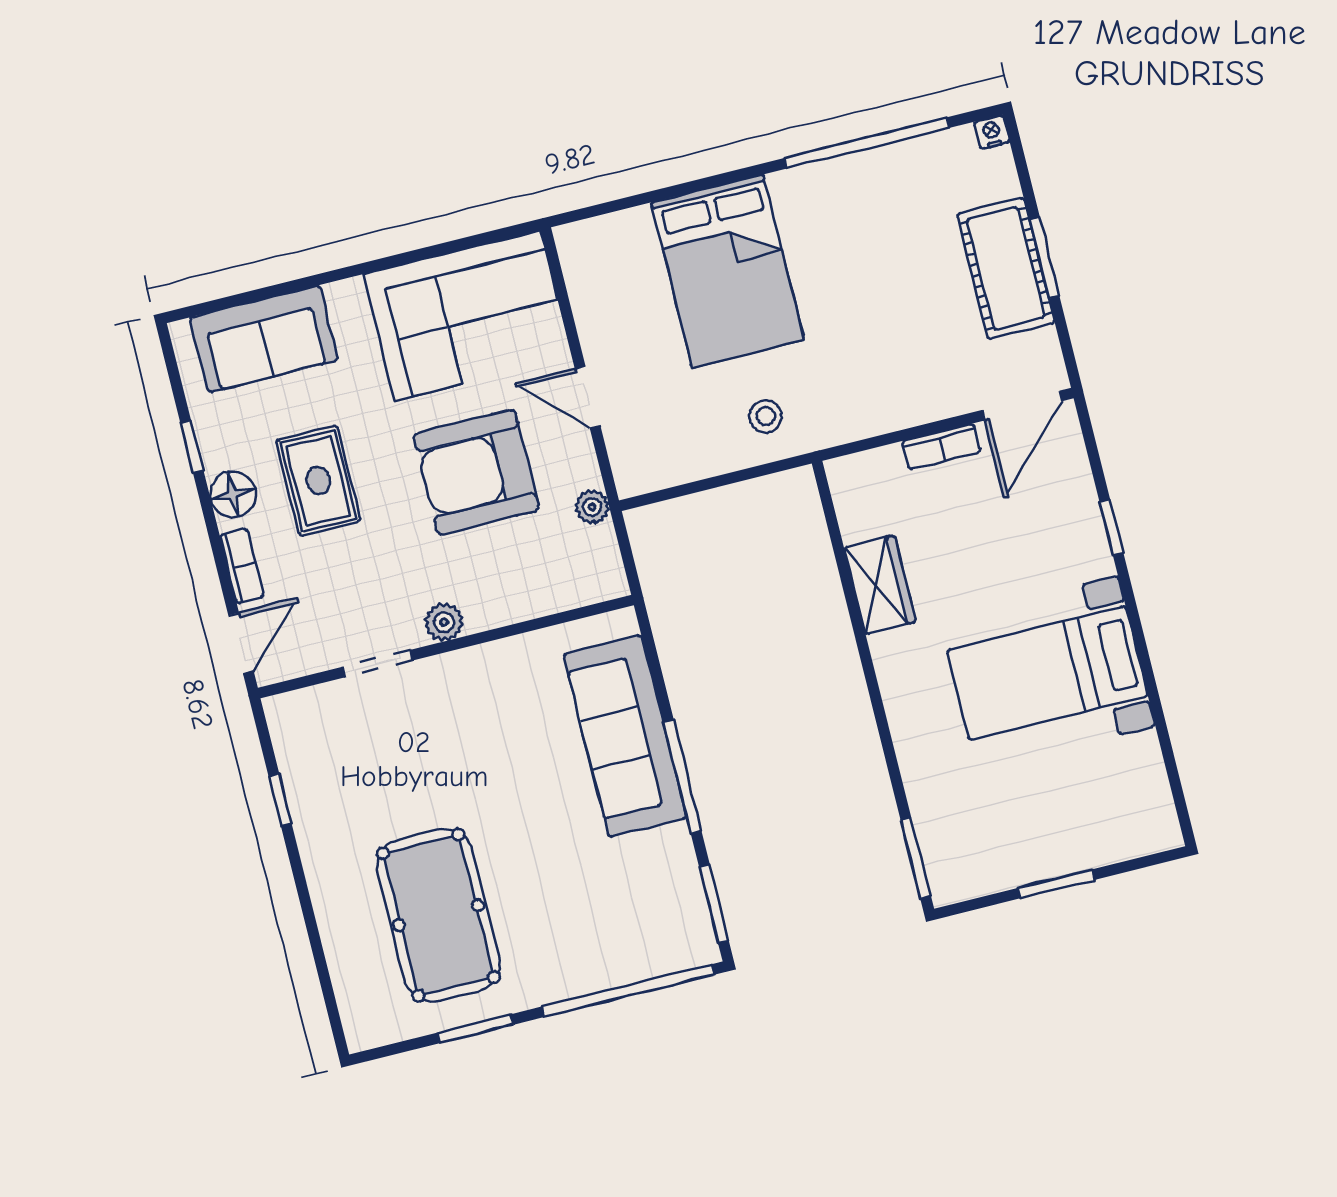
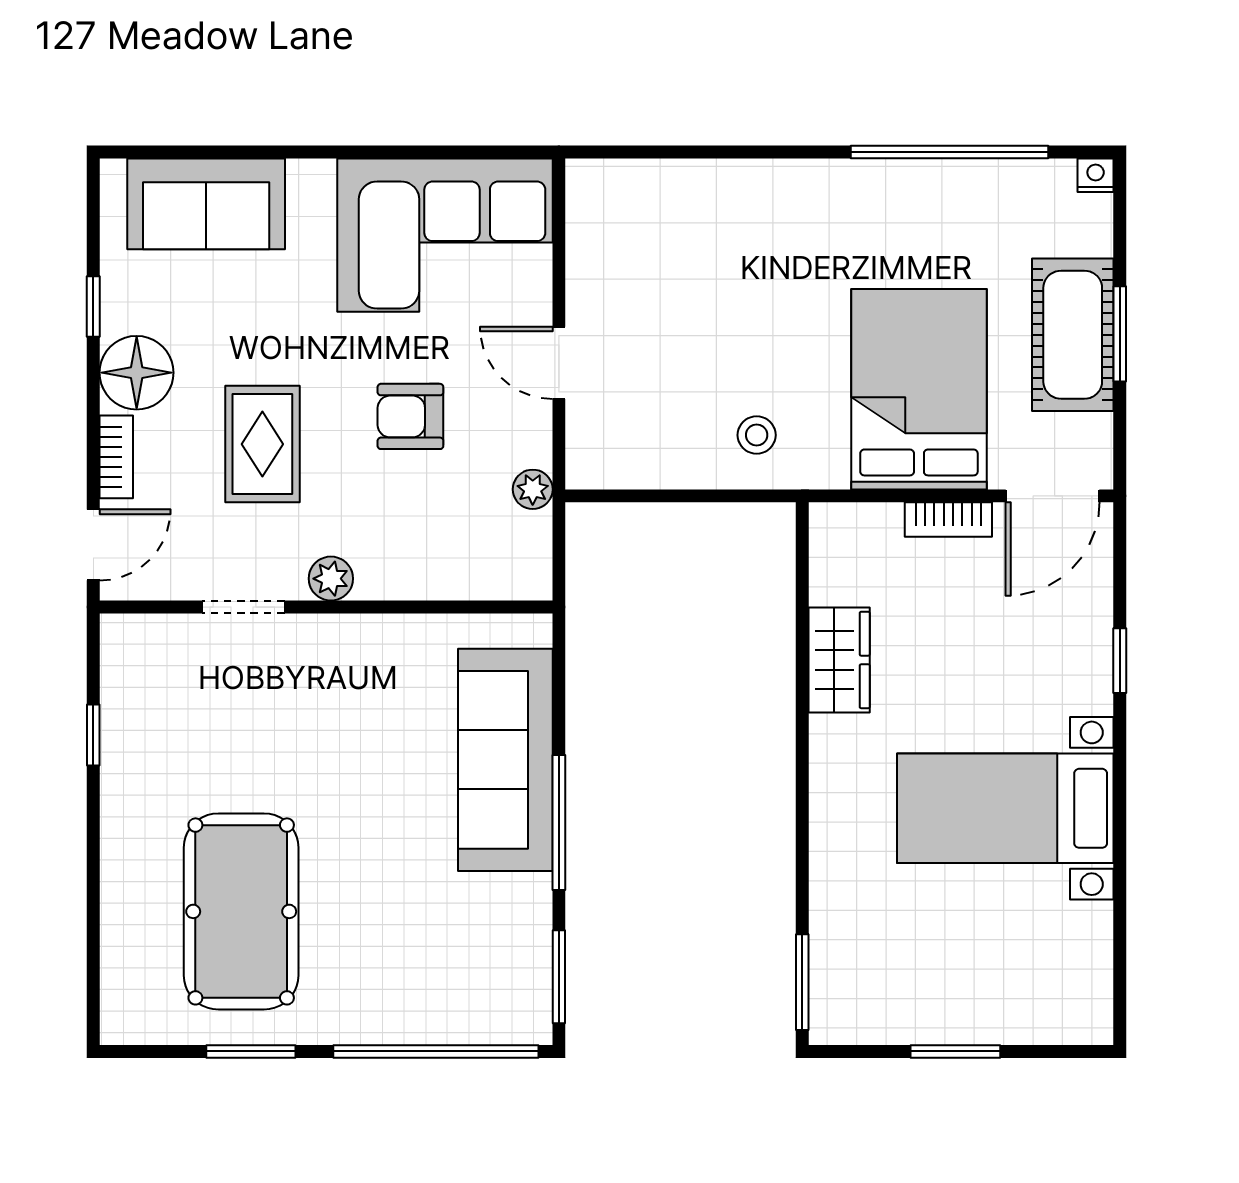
bed: (728, 271) -> (919, 389), moved, turned 180
armchair: (476, 472) -> (410, 416), width x0.53, depth x0.53
rug: (318, 481) -> (262, 444), moved
floor lamp: (233, 494) -> (137, 373), width x1.38, depth x1.38

